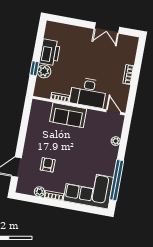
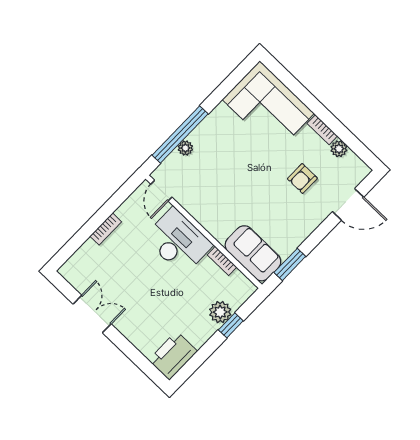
printer: (50, 52) -> (173, 356), moved
sofa: (68, 115) -> (253, 253), moved
window: (25, 118) -> (290, 264), added
window: (117, 180) -> (180, 134), moved

